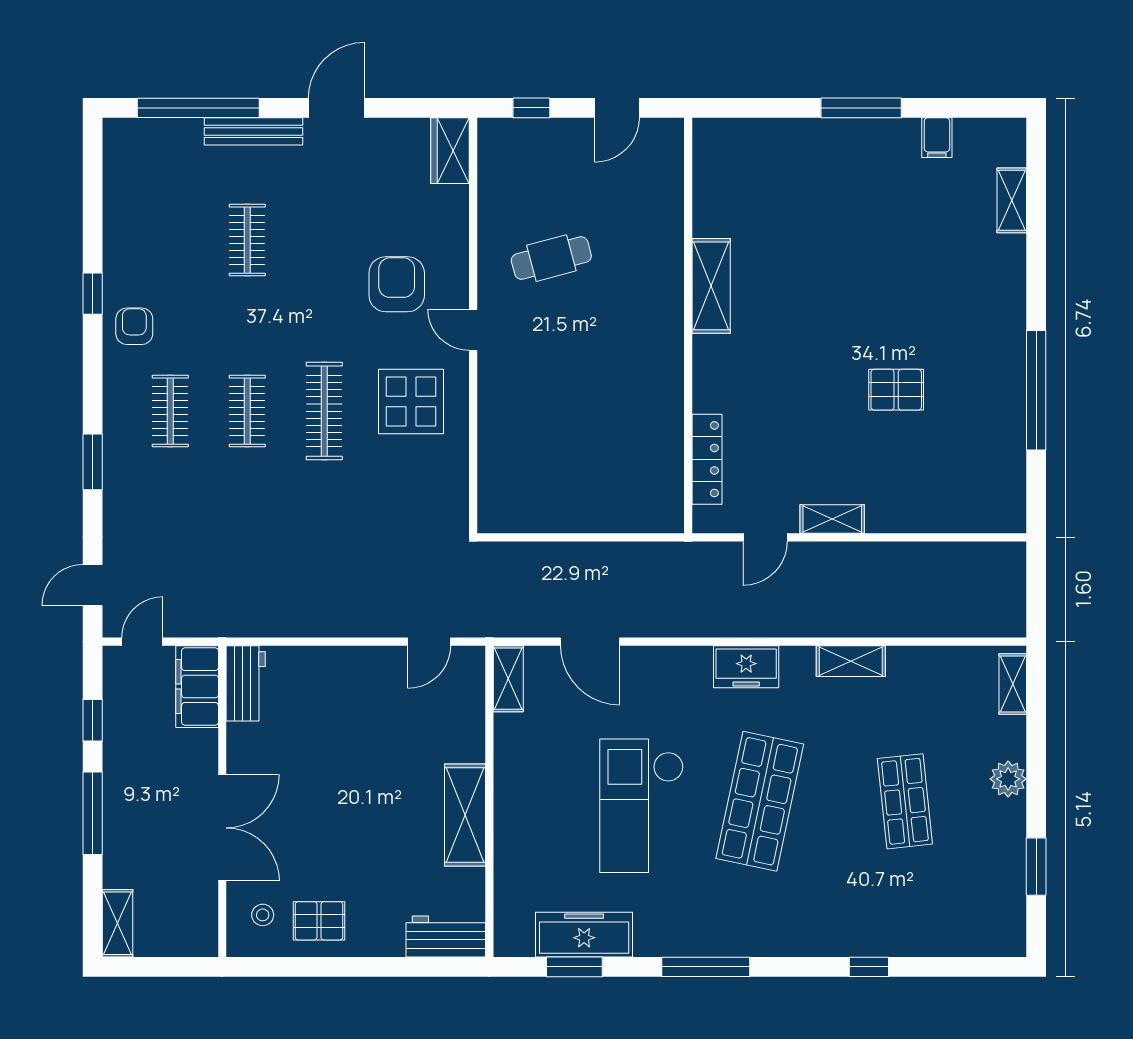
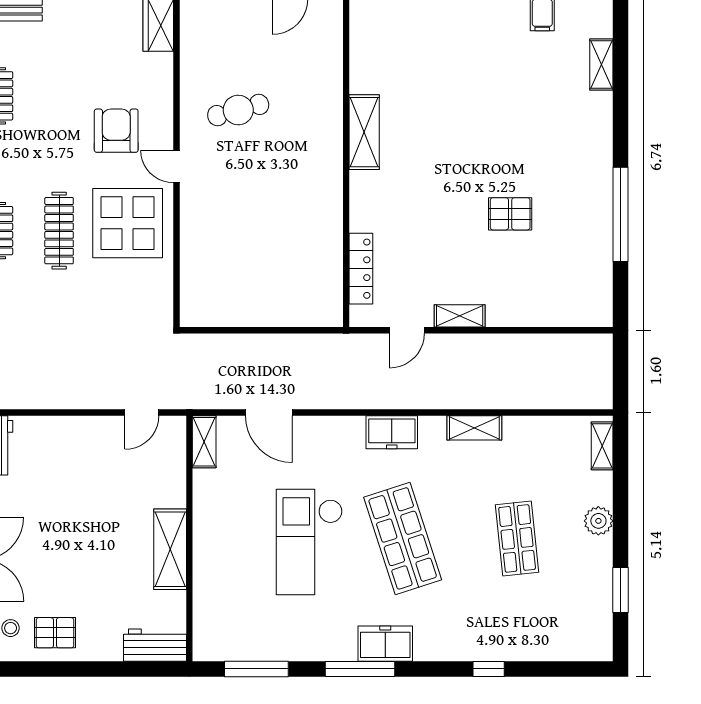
display table: (411, 401) -> (128, 223), width x1.36, depth x1.36
shop shelf: (760, 801) -> (403, 538), turned -30
freezer: (584, 935) -> (385, 644), moved, width x0.71
window: (574, 967) -> (256, 669), width x1.44

